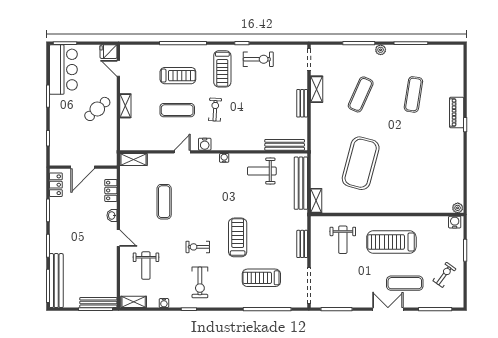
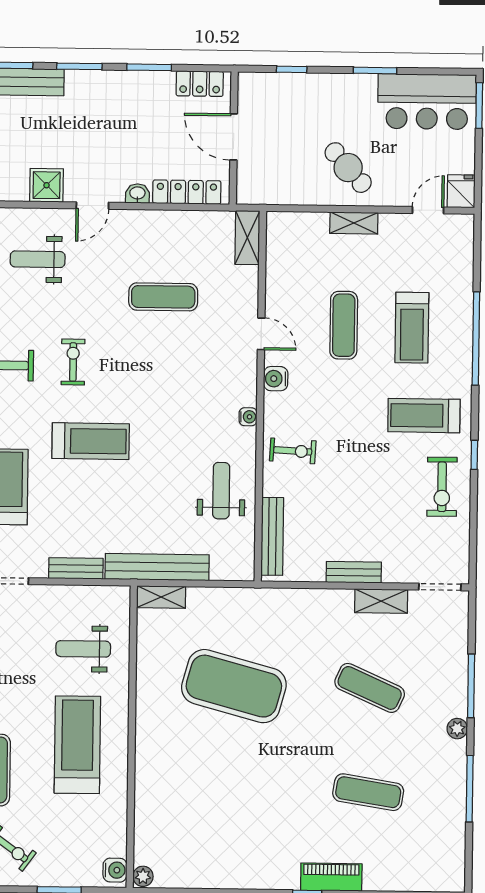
exercise bike: (215, 110) -> (293, 451), moved
bench: (301, 183) -> (157, 567), moved
locker: (111, 190) -> (187, 192), width x1.53
shower: (108, 262) -> (47, 185), added

